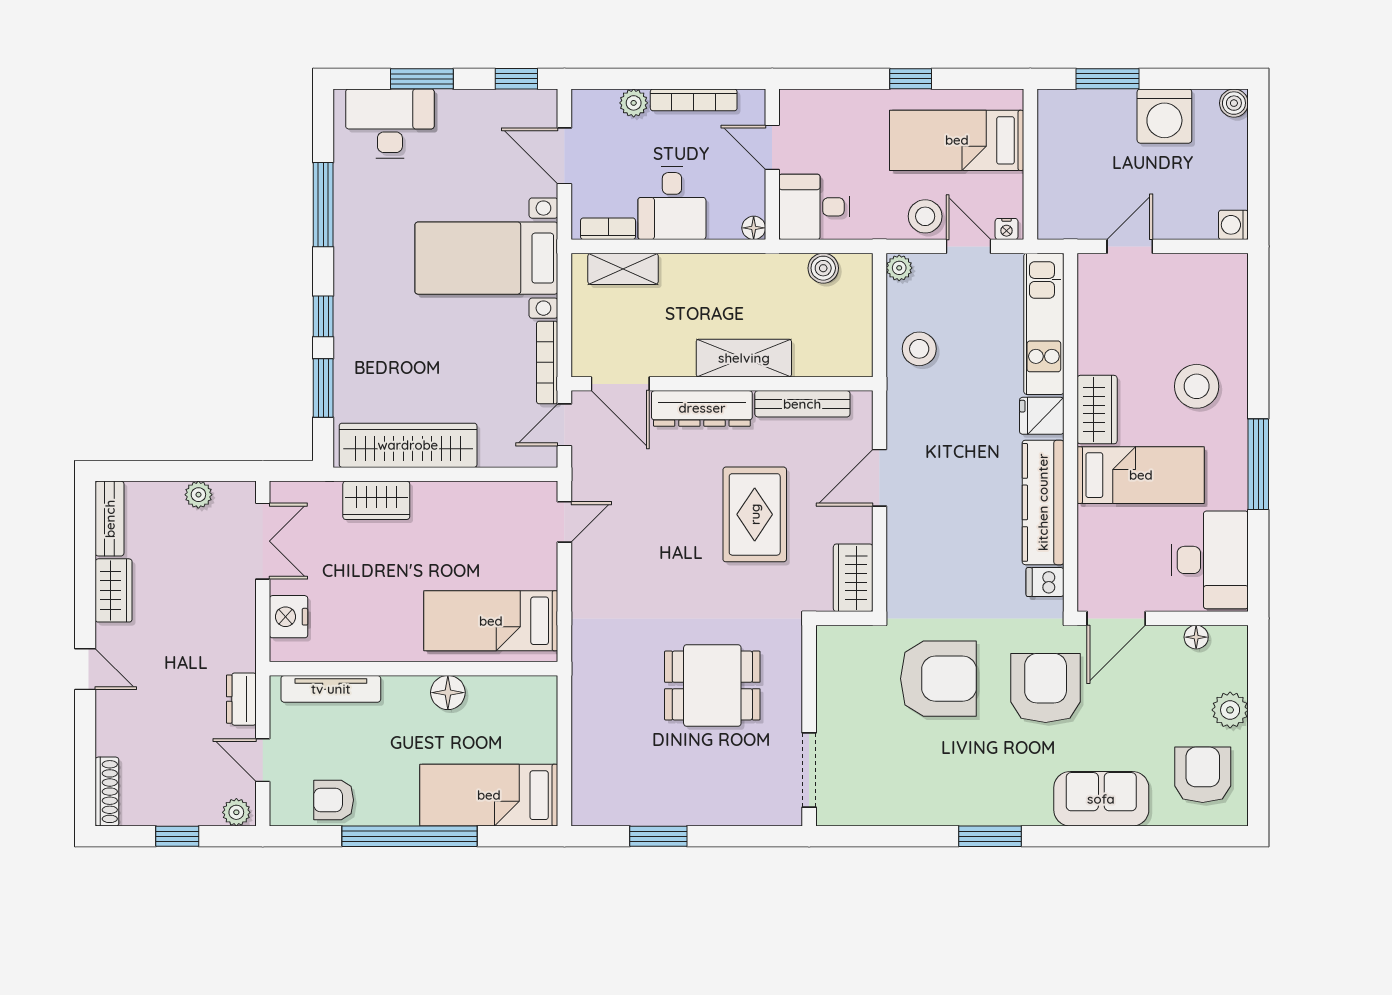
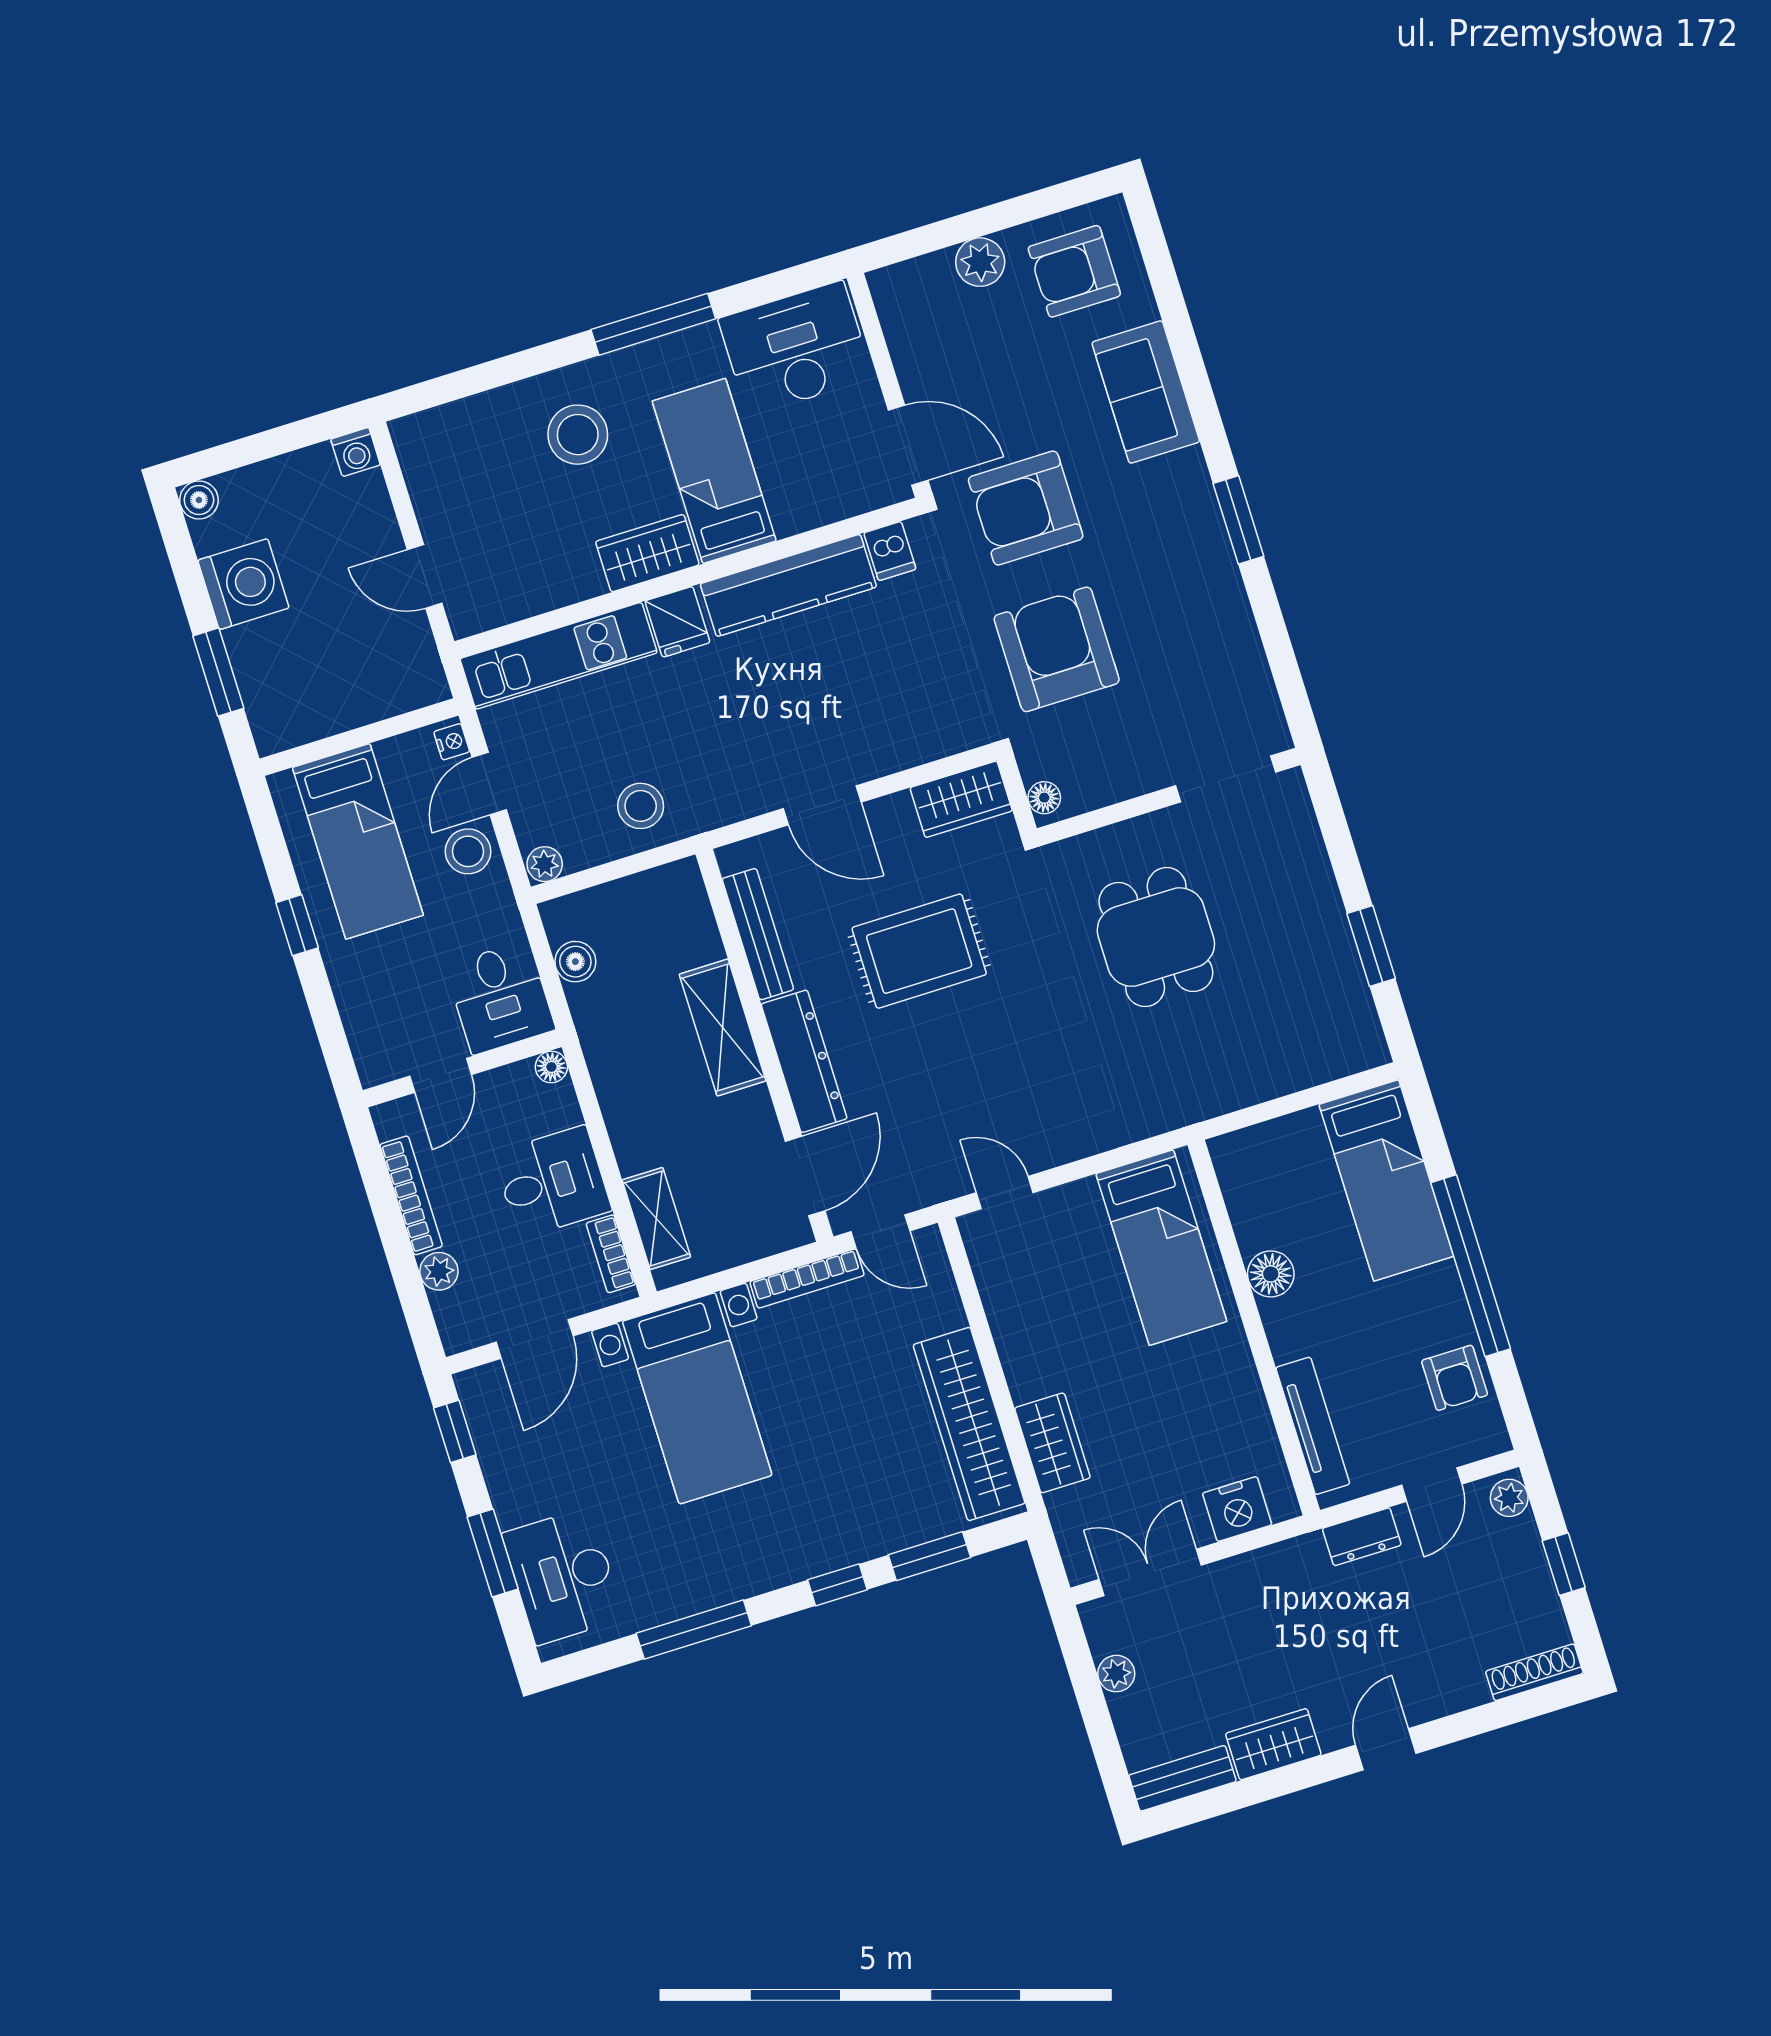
floor lamp: (1196, 637) -> (1044, 798), moved

